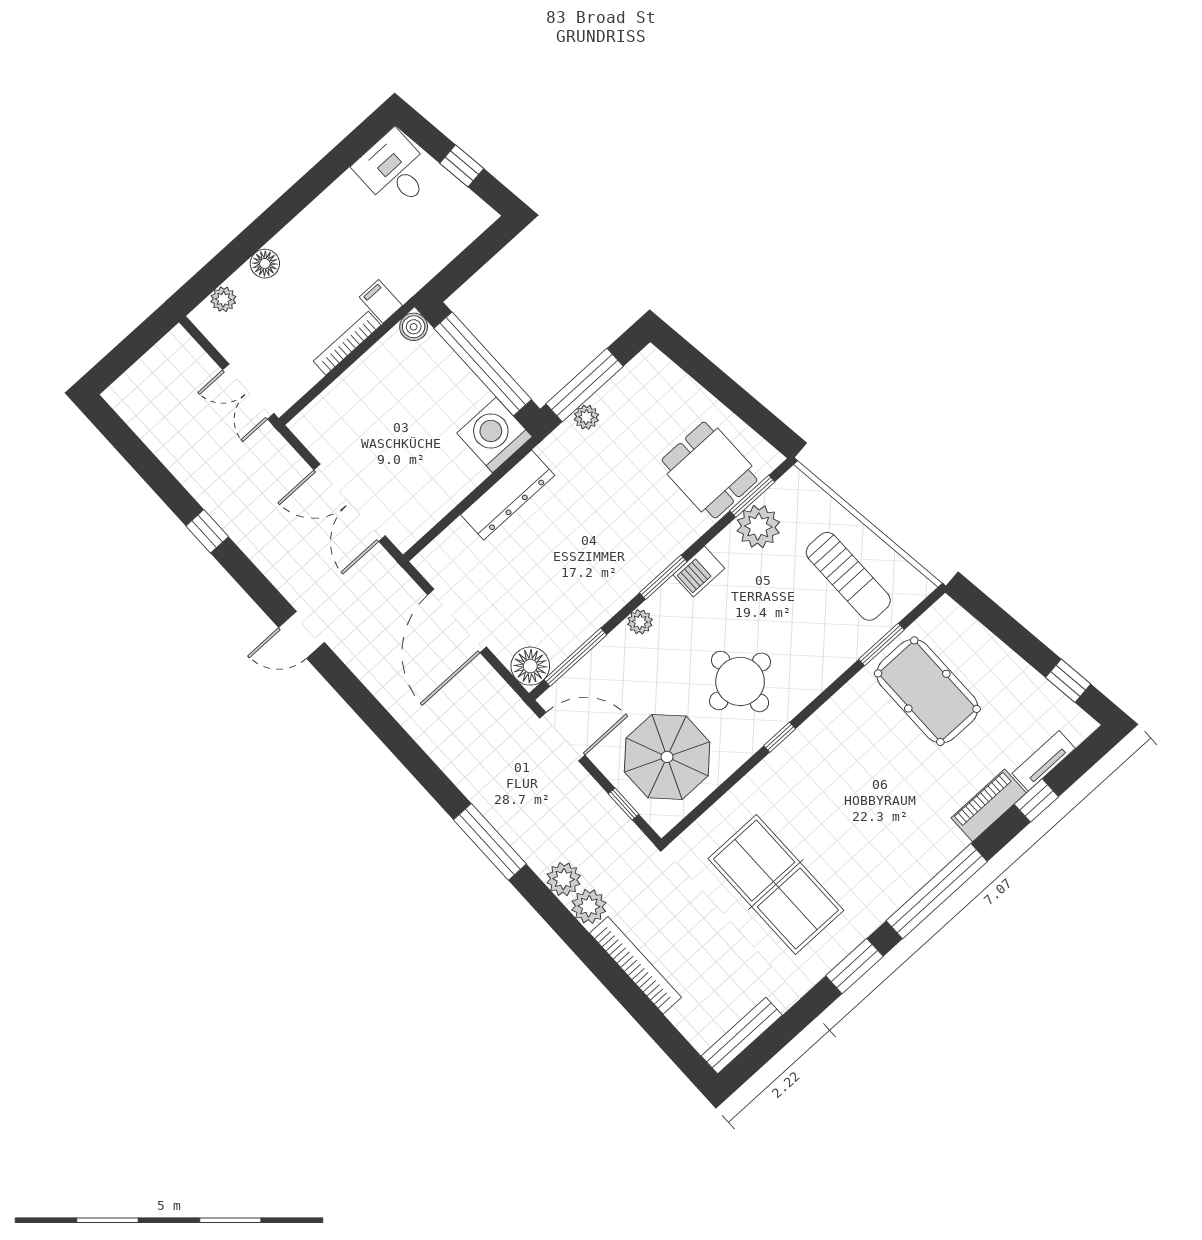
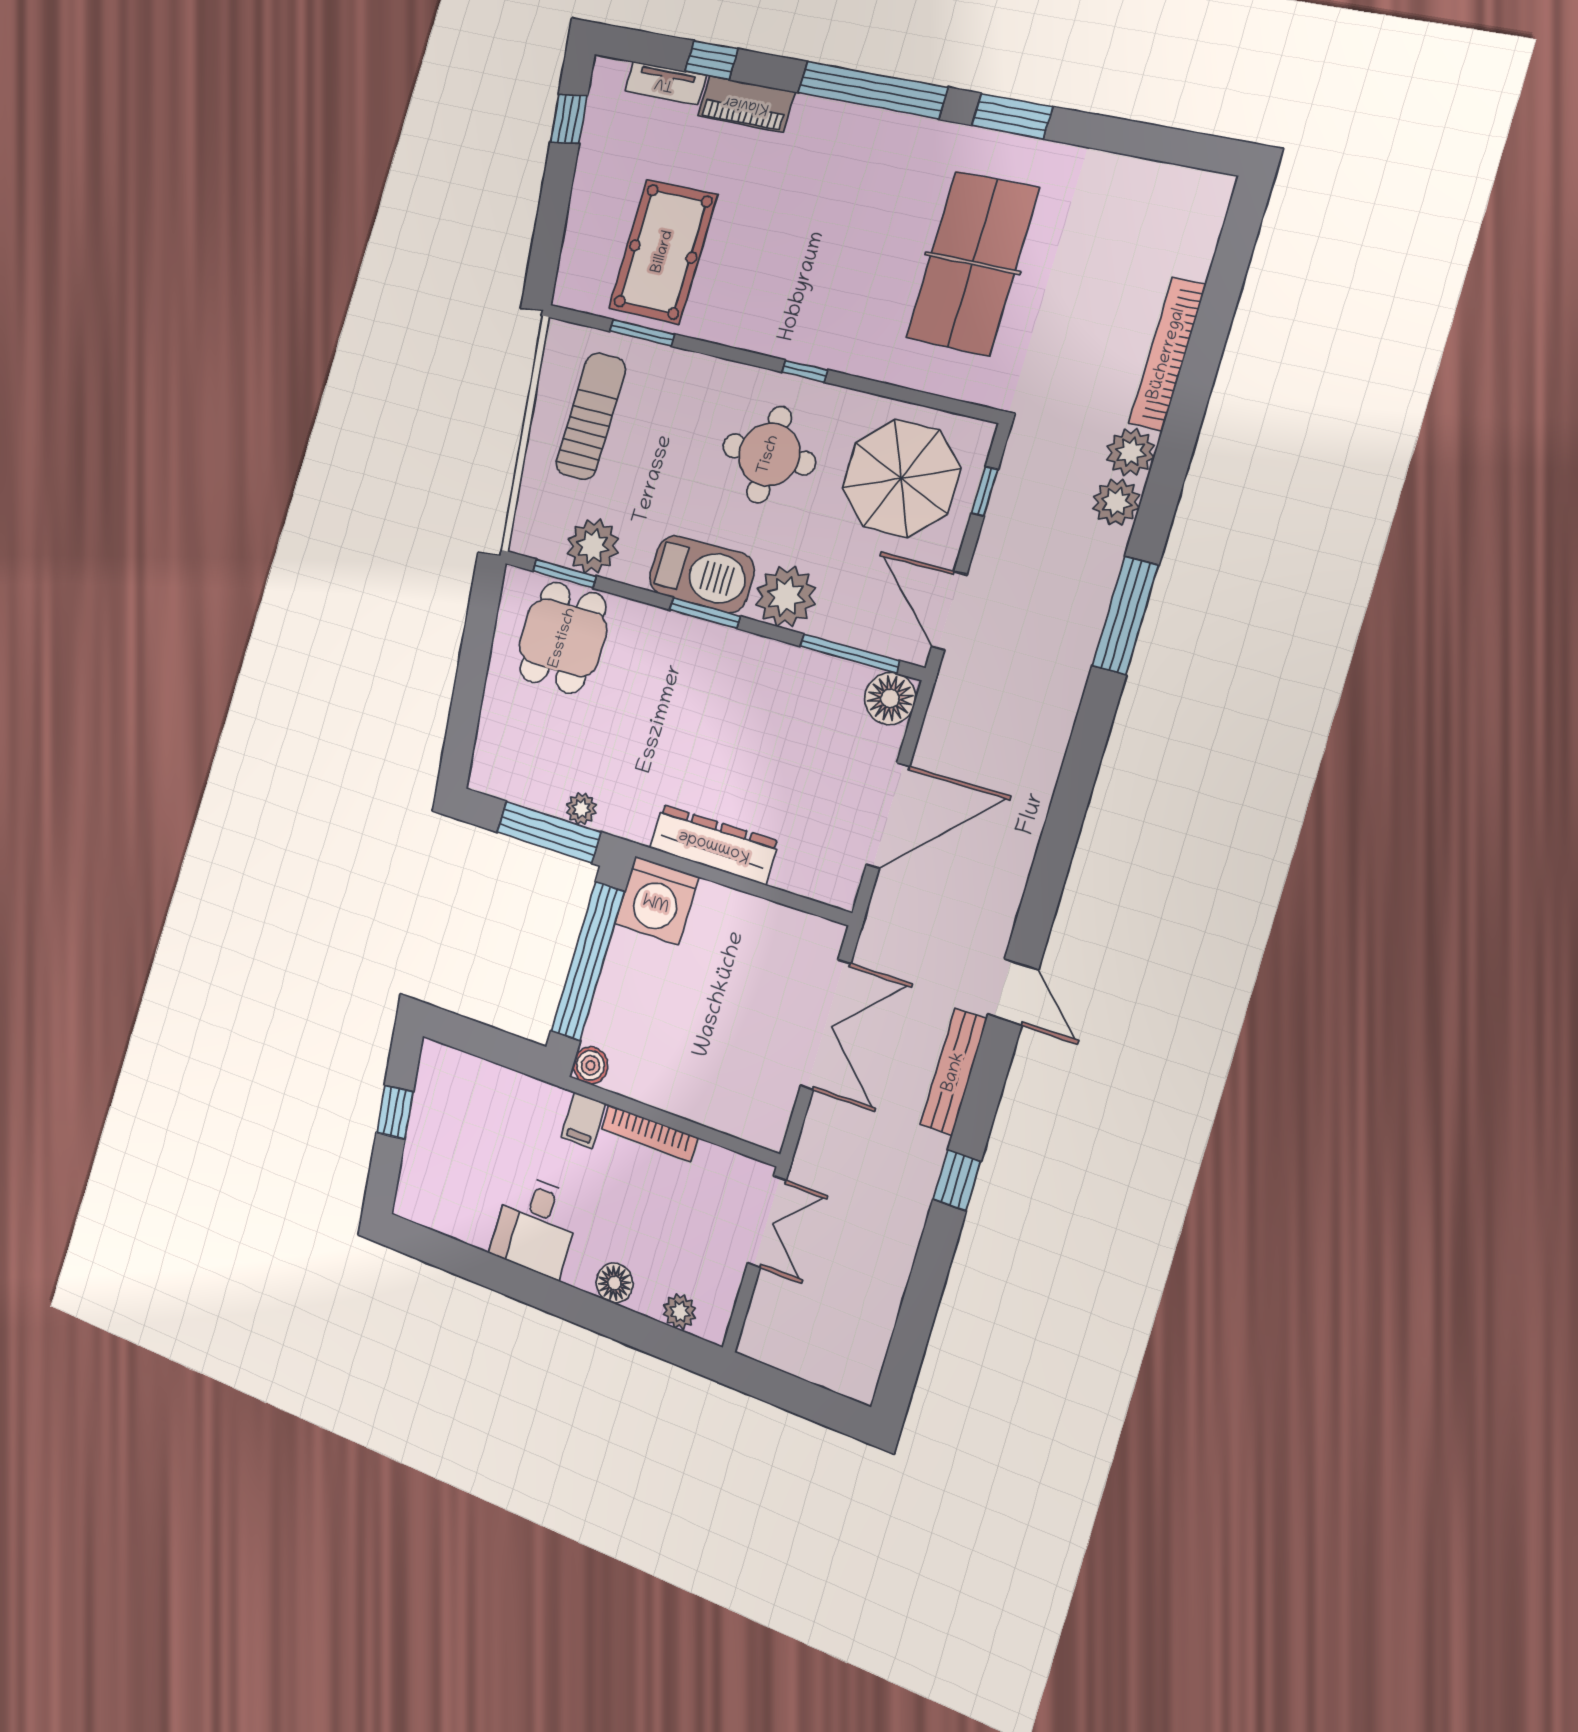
desk: (394, 171) -> (536, 1226), moved
barbecue: (699, 572) -> (702, 574), width x1.88, depth x1.53
plant: (640, 622) -> (786, 596), width x1.87, depth x1.87
bench: (742, 1035) -> (954, 1072), moved, turned 90

